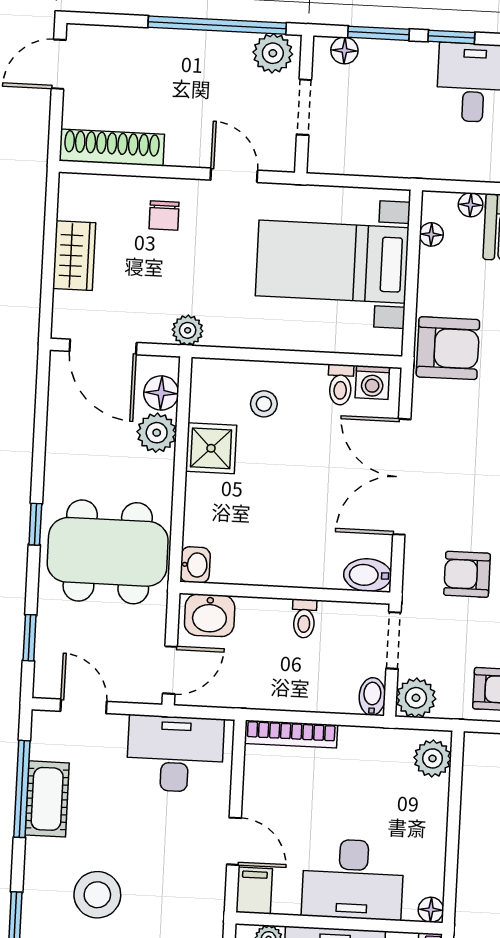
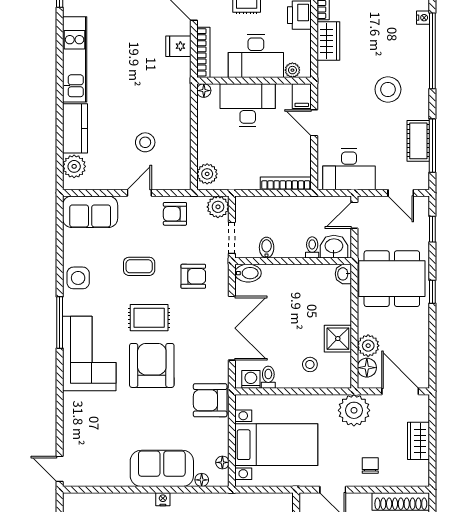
plant: (188, 330) -> (354, 410), width x1.88, depth x1.88
toilet: (304, 619) -> (312, 247), moved
bidet: (372, 697) -> (267, 248), moved, turned 180

